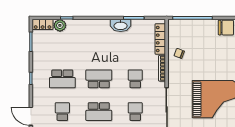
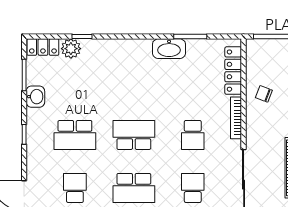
washbasin: (38, 55) -> (35, 97), added
school desk: (135, 79) -> (193, 135), turned 180

